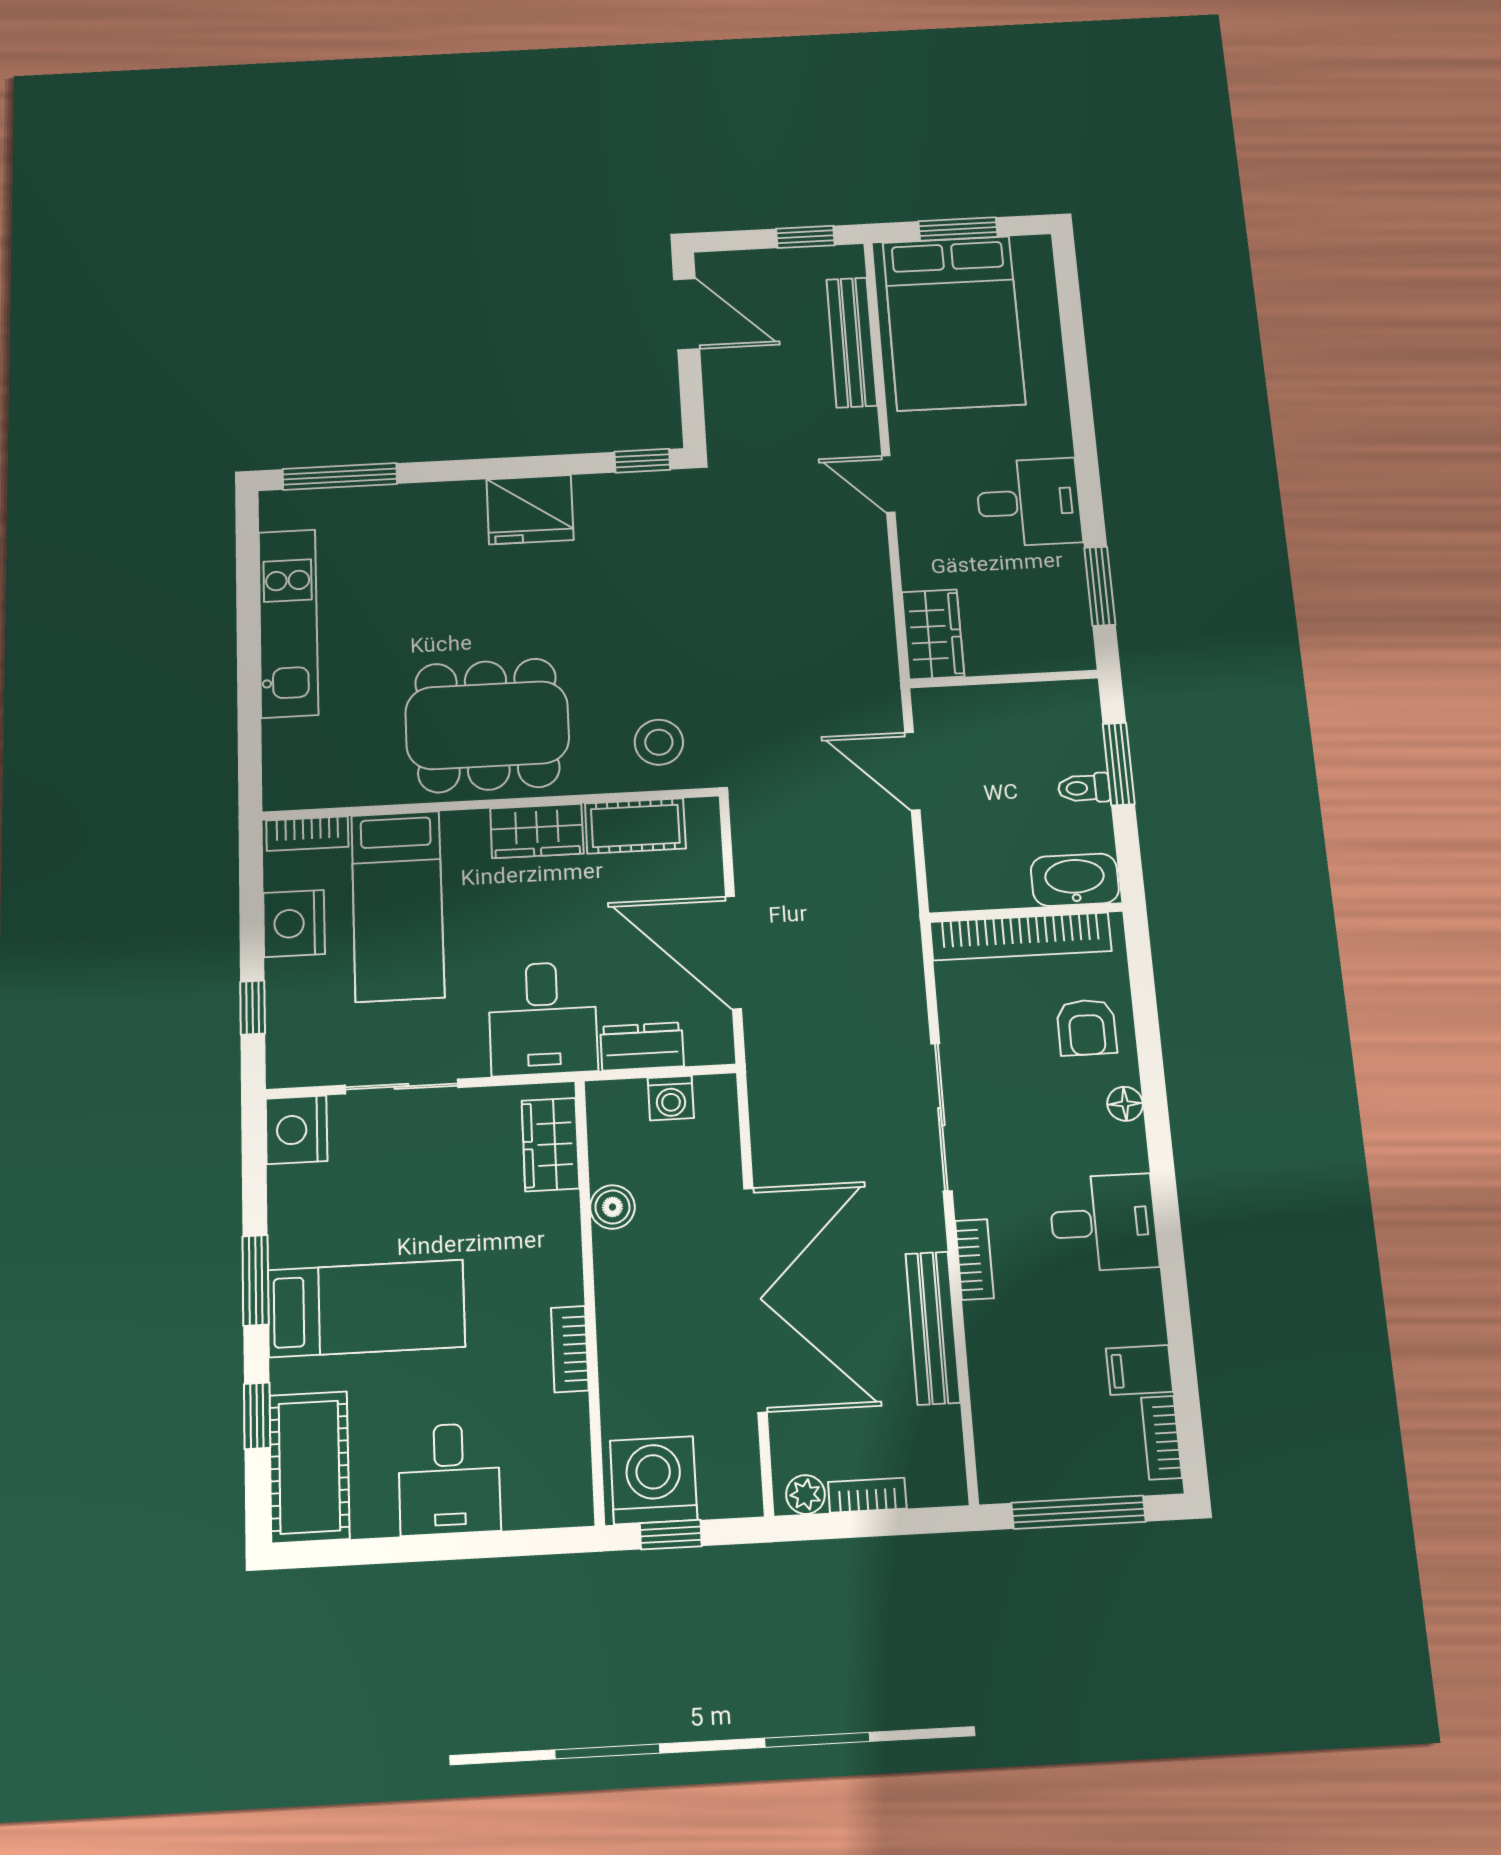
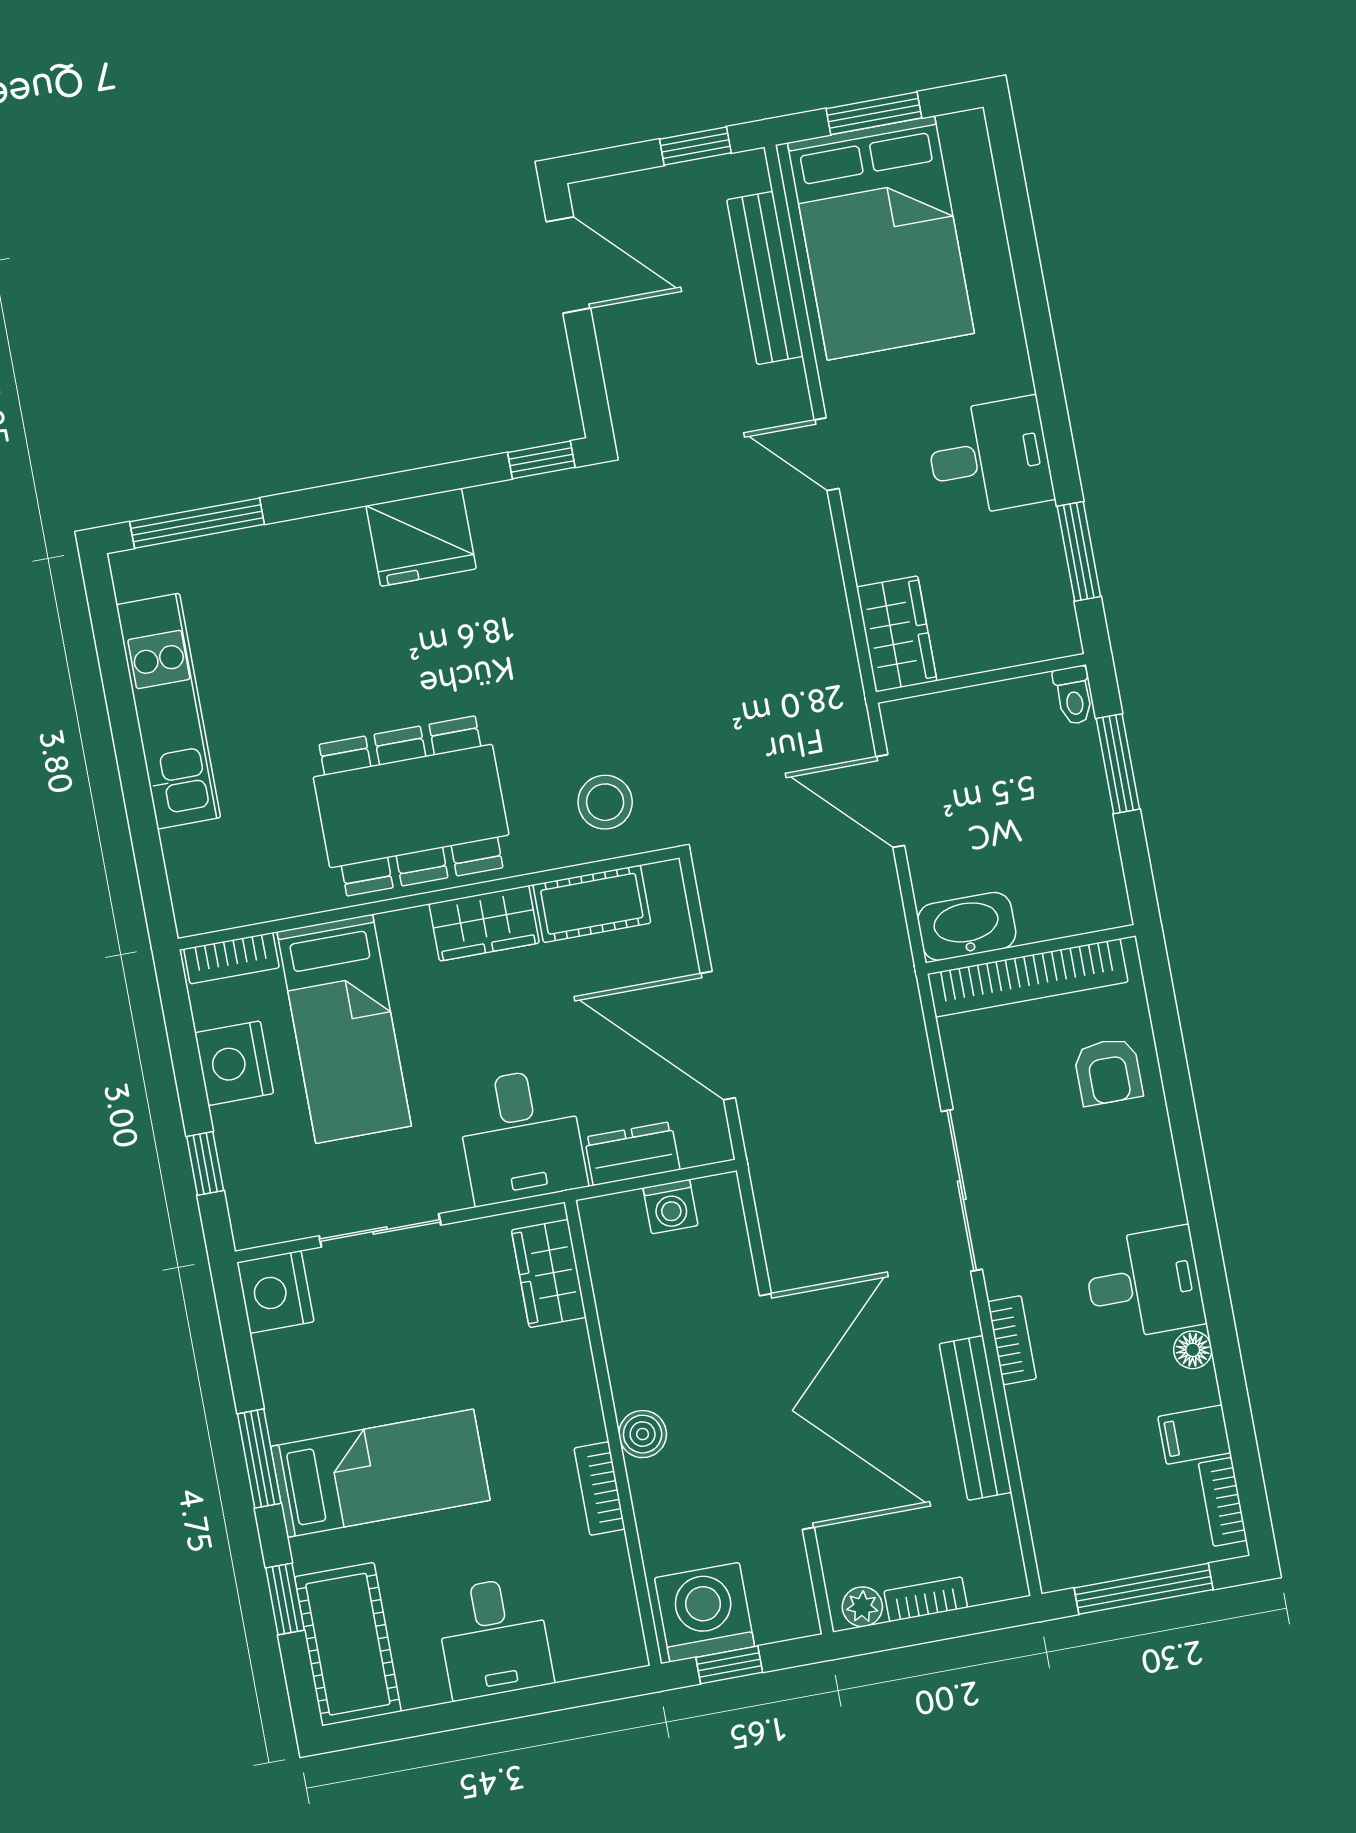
toilet: (1084, 788) -> (1073, 695), moved, turned -90
washbasin: (1075, 880) -> (967, 926), moved
floor lamp: (1125, 1104) -> (1193, 1350), moved
boiler: (612, 1207) -> (643, 1434), moved

